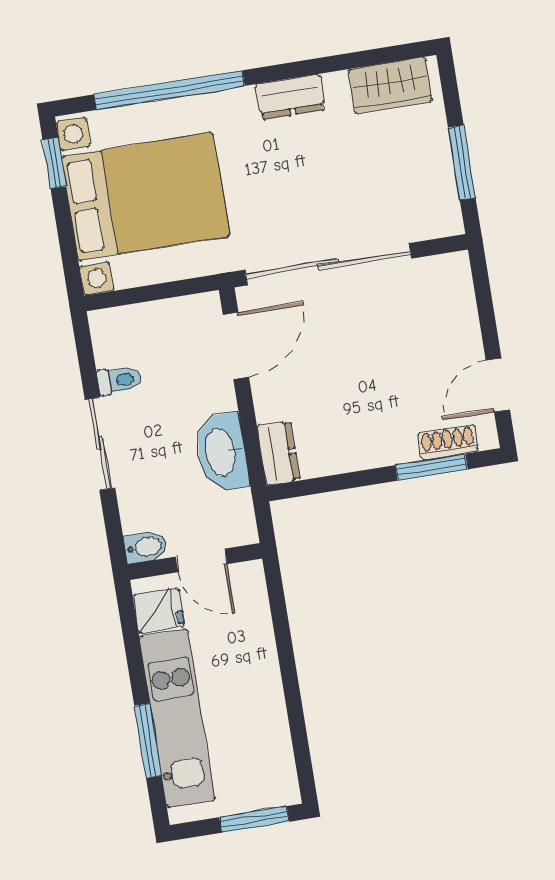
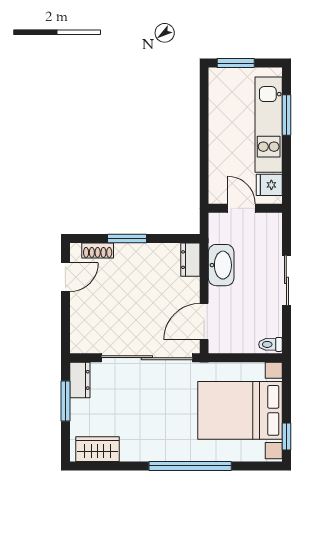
window: (169, 90) -> (190, 466), moved
dresser: (290, 97) -> (80, 380), moved, turned 90
toilet: (119, 380) -> (270, 344), moved
window: (432, 467) -> (127, 239), moved
bidet: (146, 547) -> (271, 220), removed

